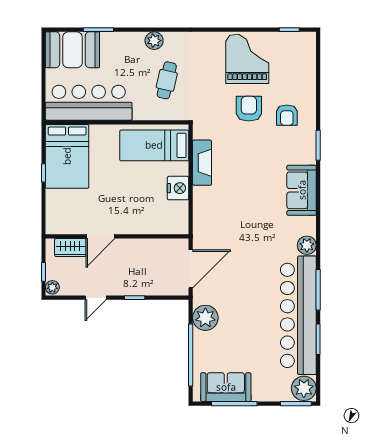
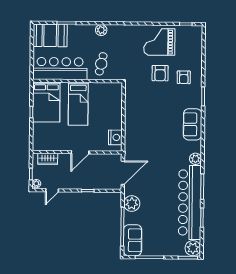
grand piano: (247, 59) -> (159, 42), turned -90
cafe table: (167, 80) -> (101, 64), moved
armchair: (249, 109) -> (160, 73), turned 180
bed: (154, 145) -> (78, 104), moved, turned -90
fireplace: (202, 163) -> (131, 107), removed
nightstand: (178, 188) -> (115, 137), moved
door: (100, 236) -> (80, 152), moved
door: (96, 298) -> (52, 190), moved
sofa: (226, 387) -> (133, 240), moved, turned 90

